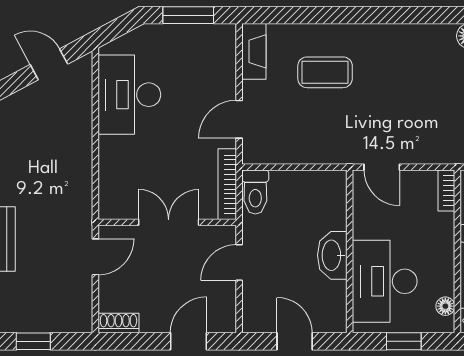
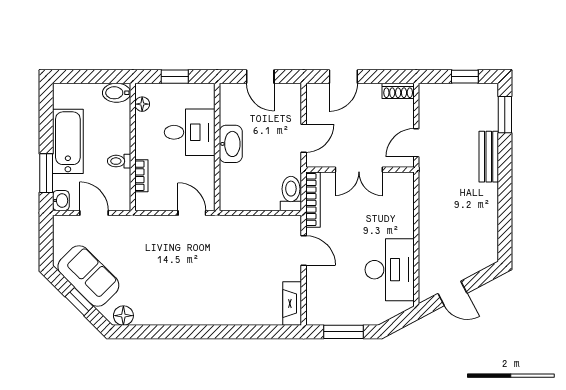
coffee table: (325, 72) -> (236, 287), removed
door: (239, 119) -> (304, 250), hinge flipped
bookcase: (446, 190) -> (141, 176), moved
desk: (385, 281) -> (190, 132), width x0.73

